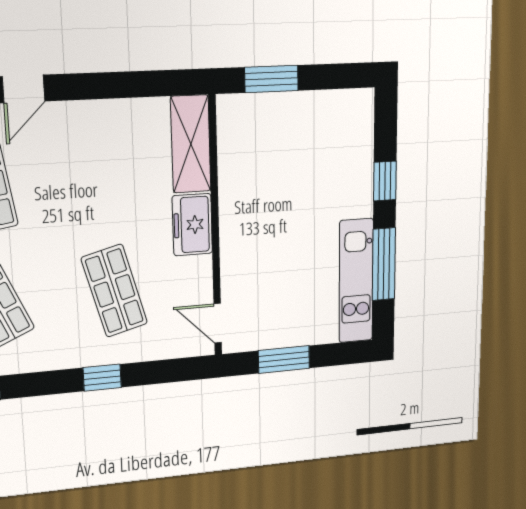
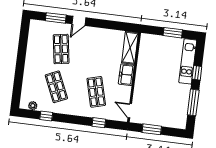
window: (271, 79) -> (173, 33), moved
kitchen unit: (356, 281) -> (188, 61), moved
window: (102, 378) -> (99, 123), moved

